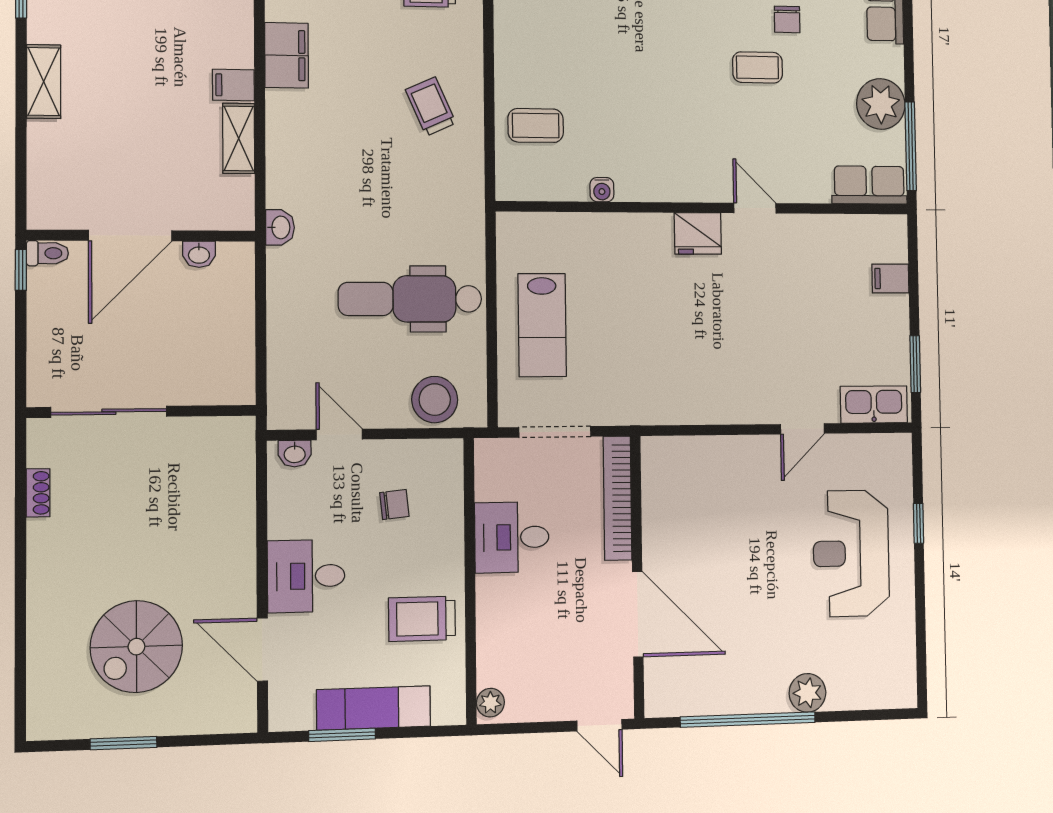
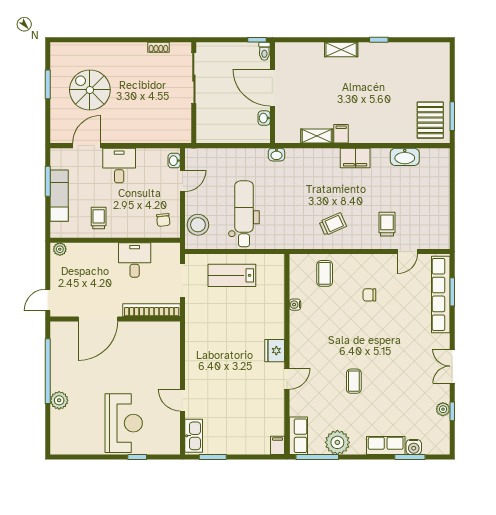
chair: (787, 19) -> (369, 295), moved
filing cabinet: (890, 278) -> (278, 445), moved
chair: (394, 505) -> (163, 220), moved
reception desk: (851, 553) -> (124, 423), turned 90
trolley: (422, 619) -> (99, 218), width x0.73, depth x0.72

